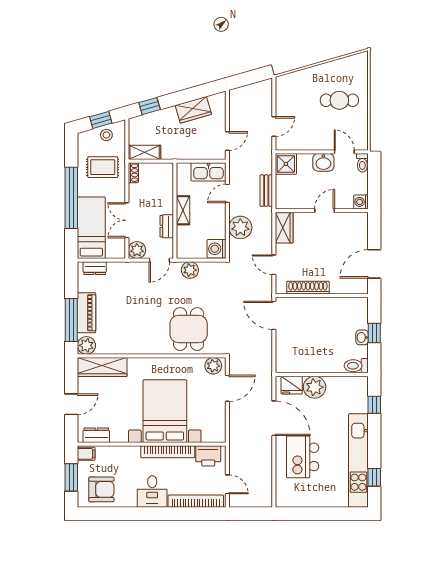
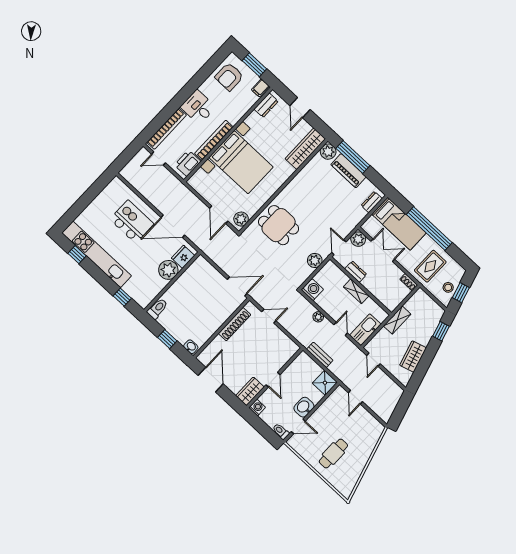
shelving: (145, 152) -> (397, 320), moved
plant: (240, 227) -> (318, 317), width x0.53, depth x0.53
wardrobe: (284, 228) -> (250, 391), moved, turned 90
washbasin: (362, 337) -> (191, 347), moved

